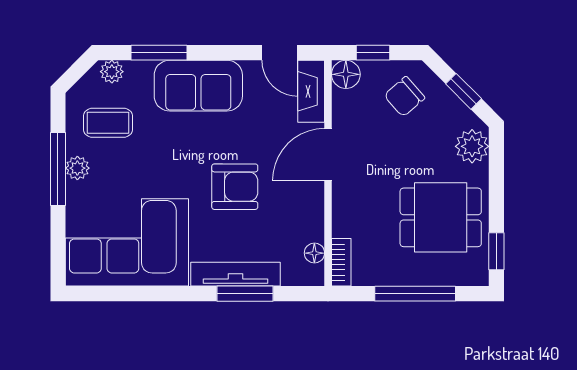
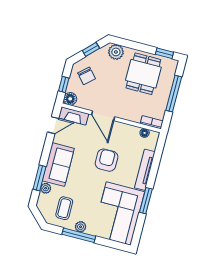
plant: (112, 72) -> (46, 188), moved
window: (245, 294) -> (146, 201), moved

